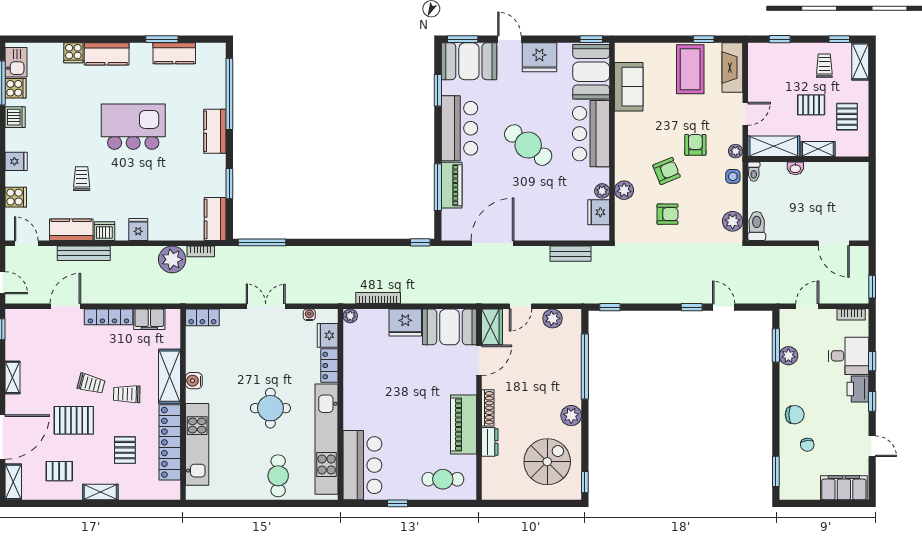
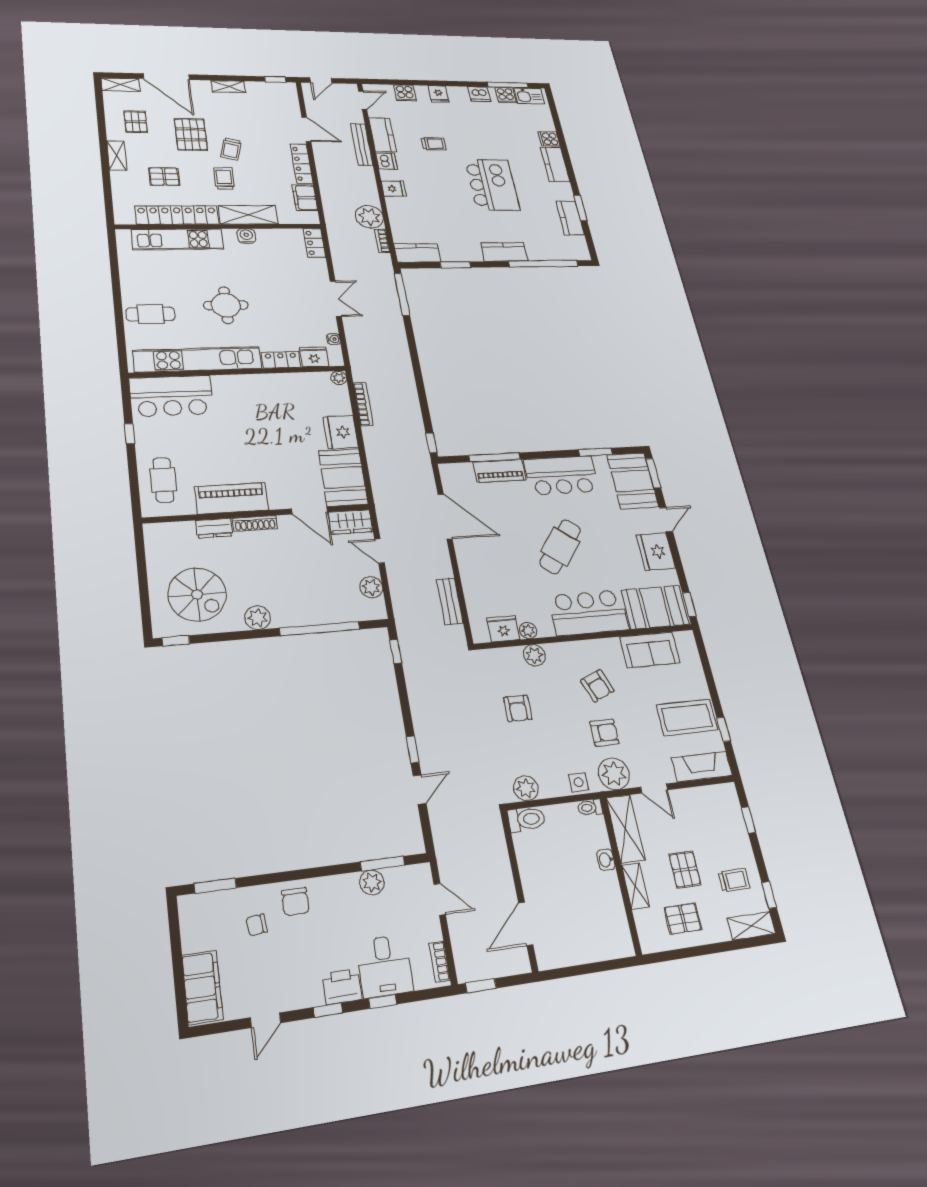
plant: (736, 151) -> (614, 774), width x1.87, depth x1.87
armchair: (667, 171) -> (597, 686), moved

